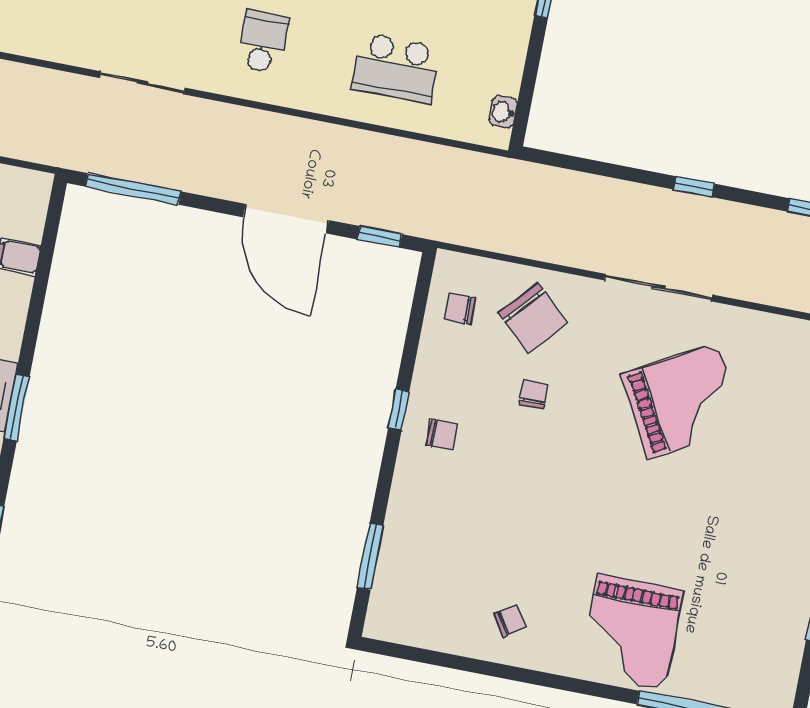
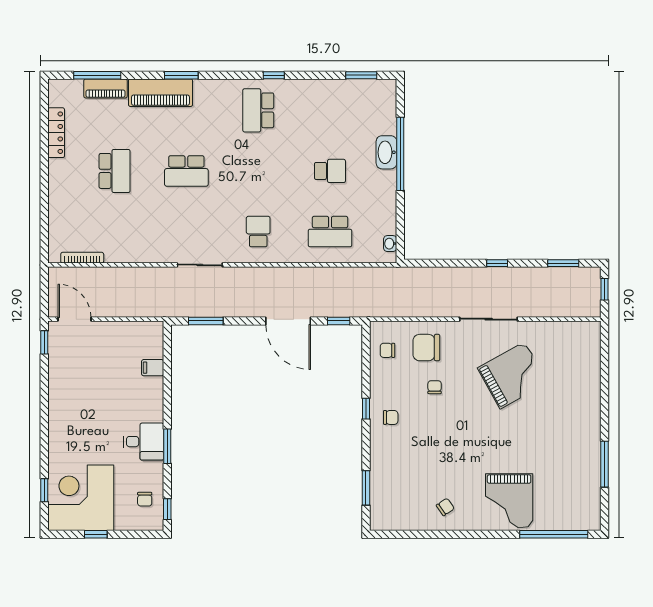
window: (133, 189) -> (206, 321), width x0.69
chair: (533, 318) -> (426, 348), turned 138

